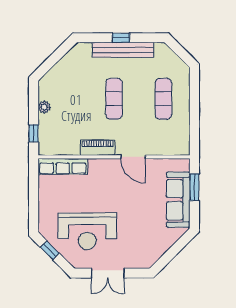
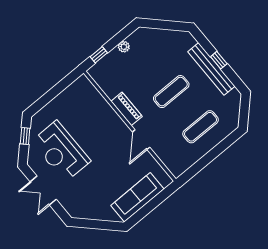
row of seats: (63, 166) -> (93, 95), removed
window: (194, 187) -> (156, 201), removed

